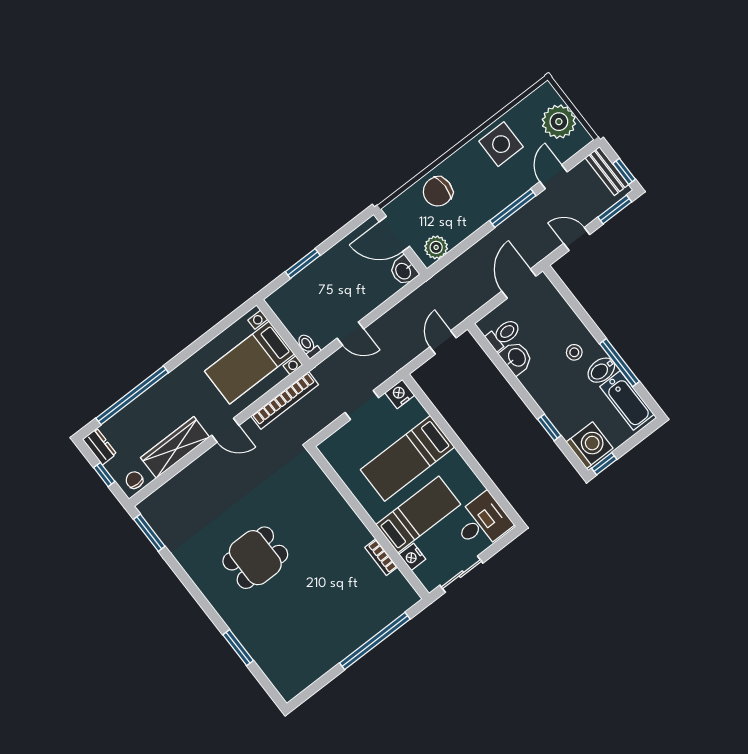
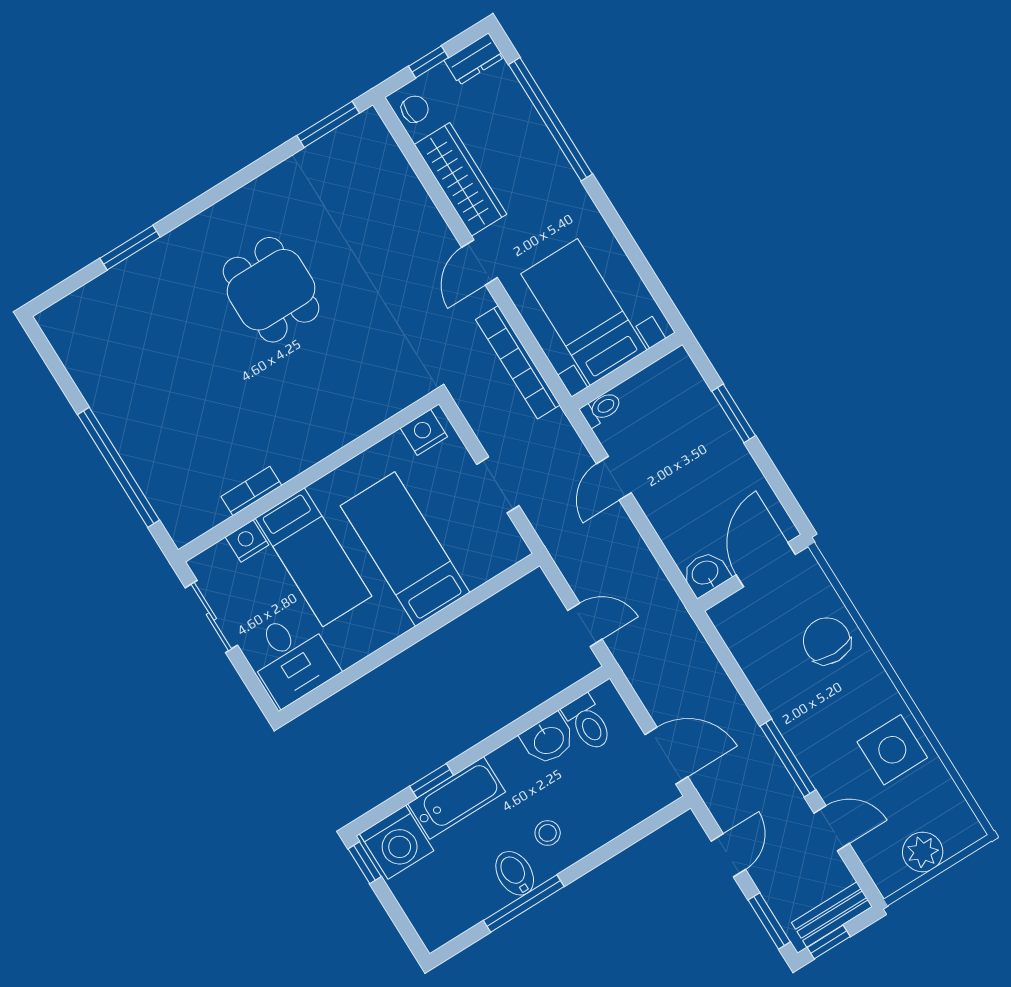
plant: (559, 122) -> (923, 852), width x0.73, depth x0.73
plant: (436, 247) -> (738, 629), removed
nightstand: (400, 394) -> (424, 432), moved, turned -90
bathtub: (627, 401) -> (457, 798), moved, turned 180

